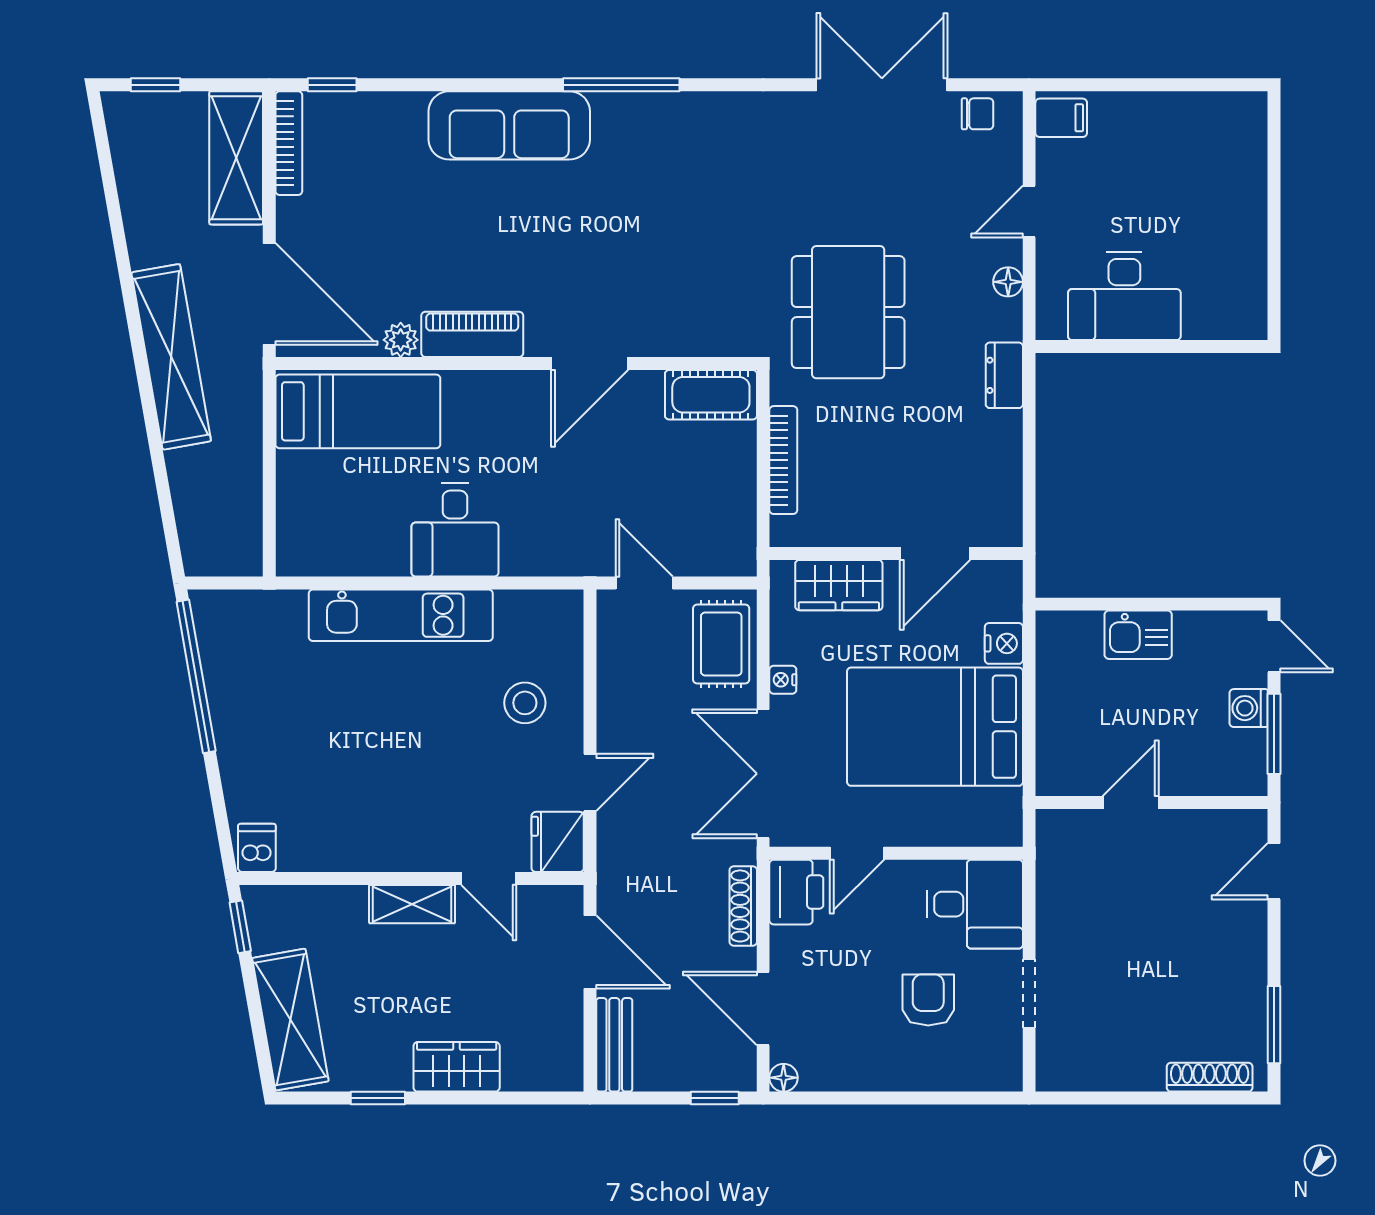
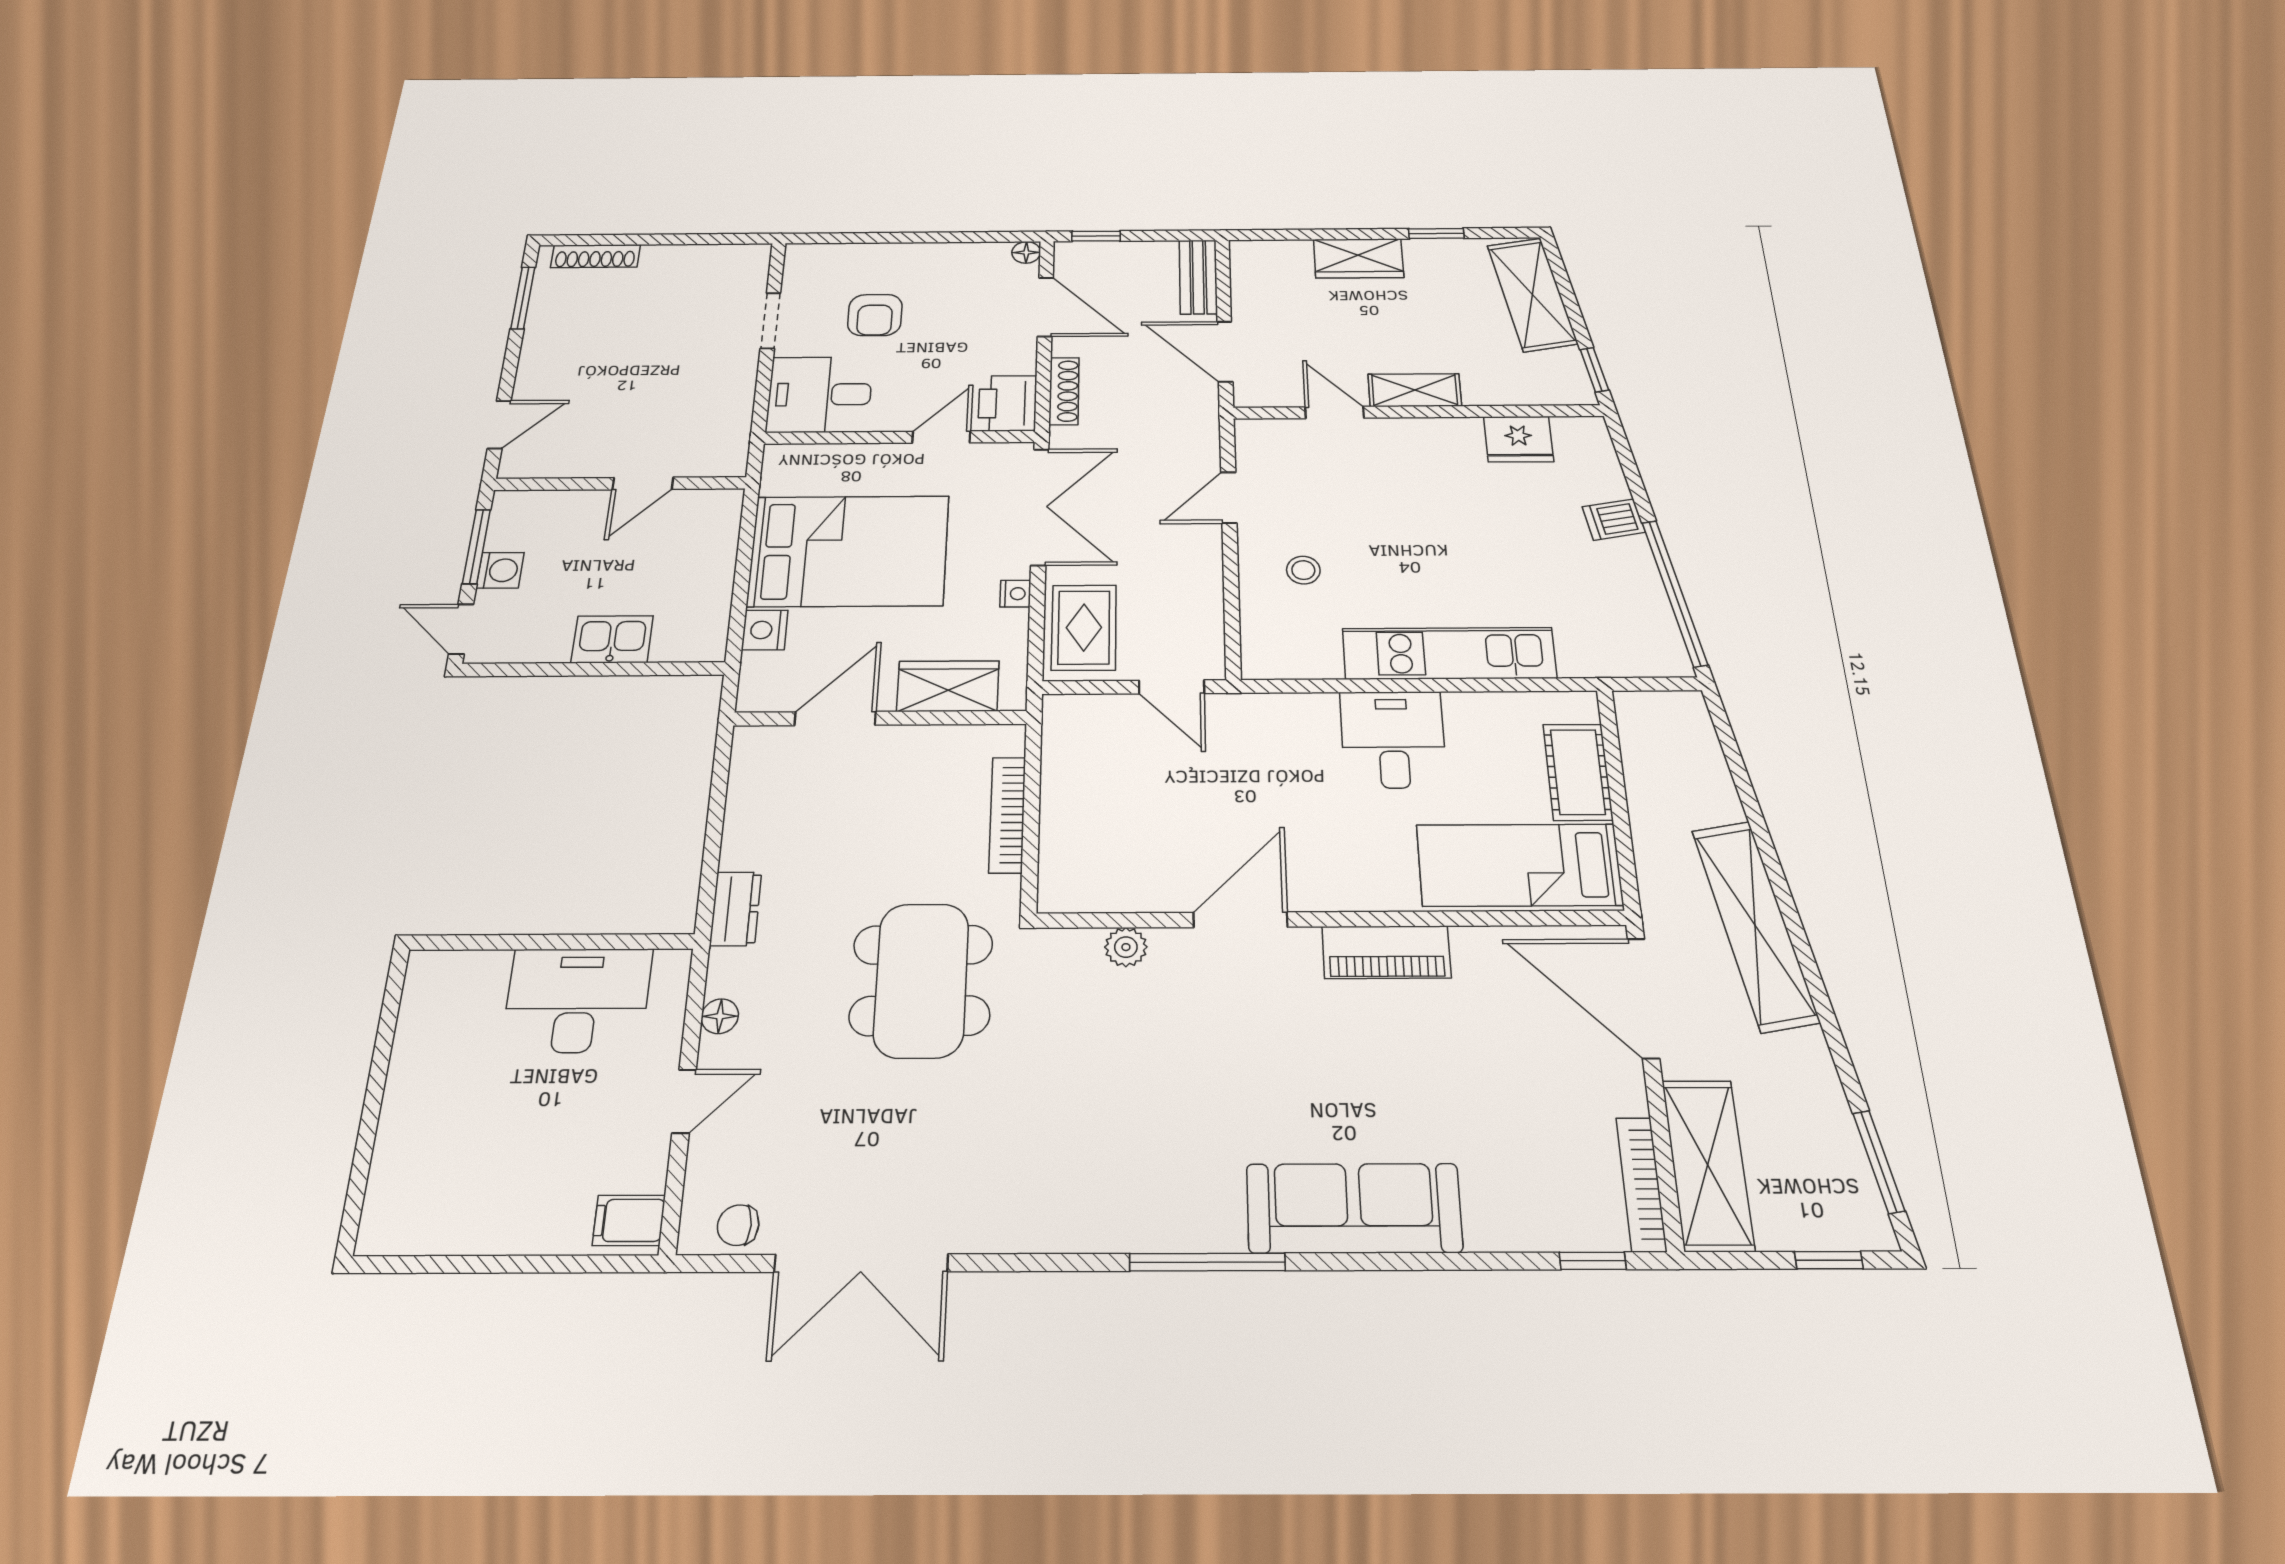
window: (105, 160) -> (1879, 1162), added
plant: (401, 340) -> (1126, 947), moved
cot: (711, 395) -> (1578, 772), moved, turned 90
stool: (525, 703) -> (1303, 570), width x0.73, depth x0.73
fridge: (558, 842) -> (1519, 439), moved, turned 90
dishwasher: (257, 848) -> (1614, 520), moved, turned 80

